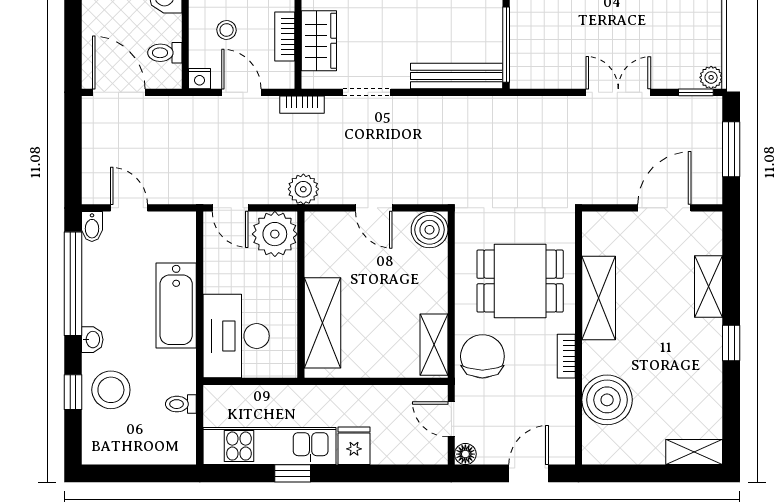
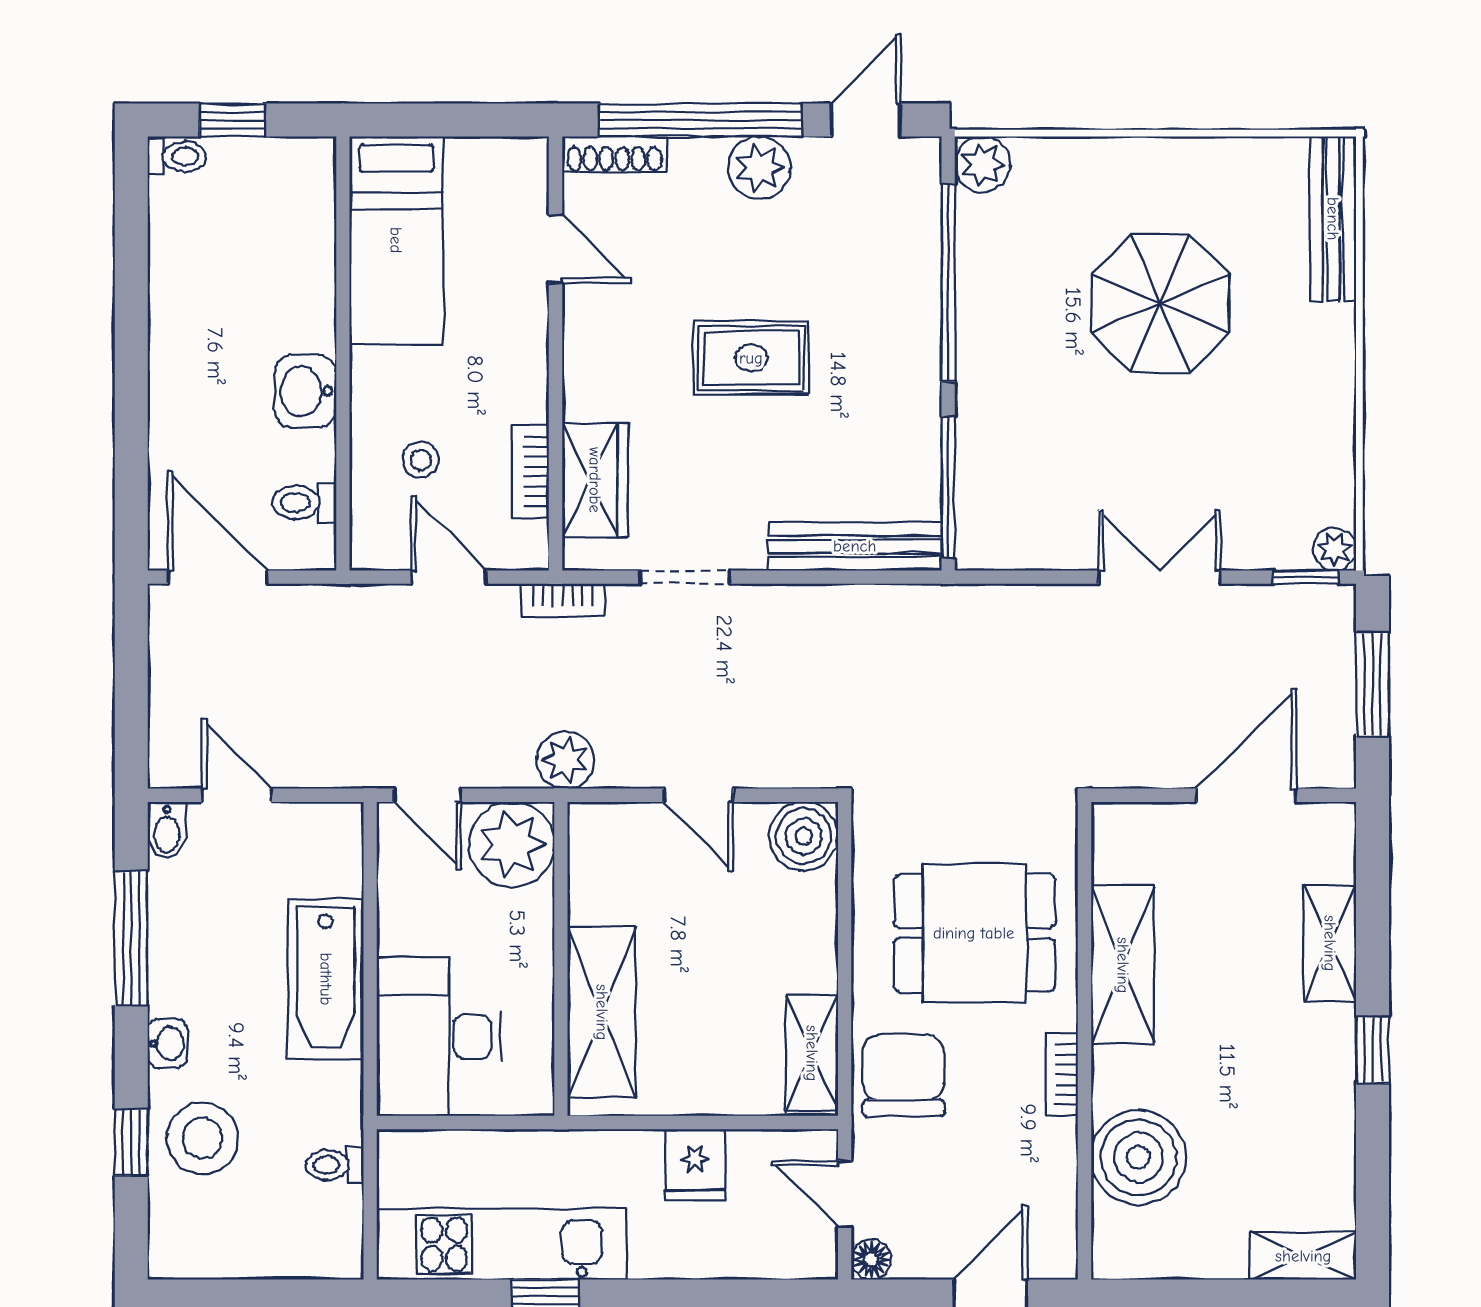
nightstand: (200, 79) -> (370, 551), removed
window: (73, 284) -> (131, 938), width x0.68
fridge: (354, 446) -> (695, 1165), moved, turned 180

